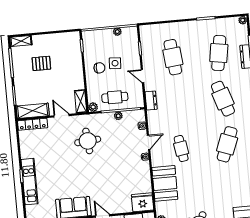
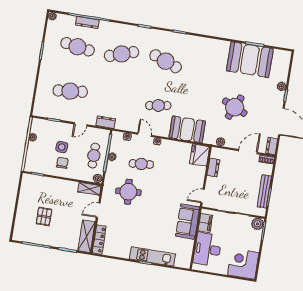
shelving: (21, 41) -> (18, 230), removed
cafe table: (119, 147) -> (141, 164), added

